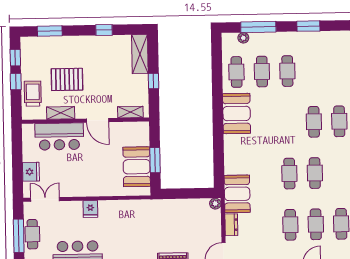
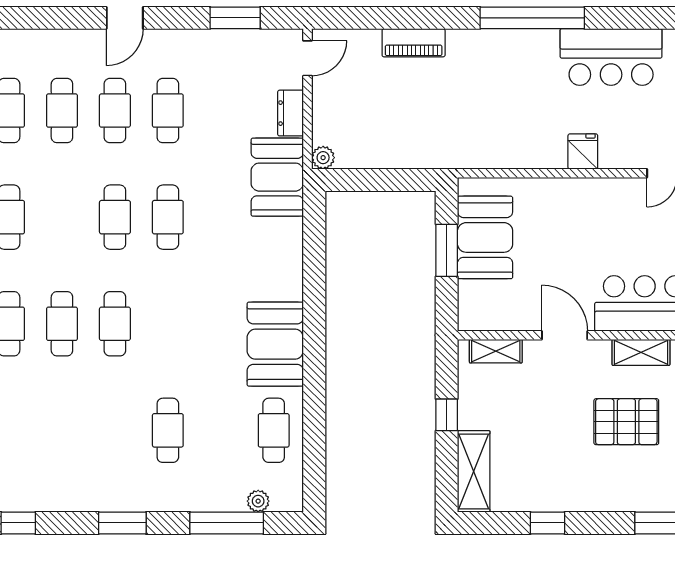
cafe table: (262, 72) -> (221, 430), removed

